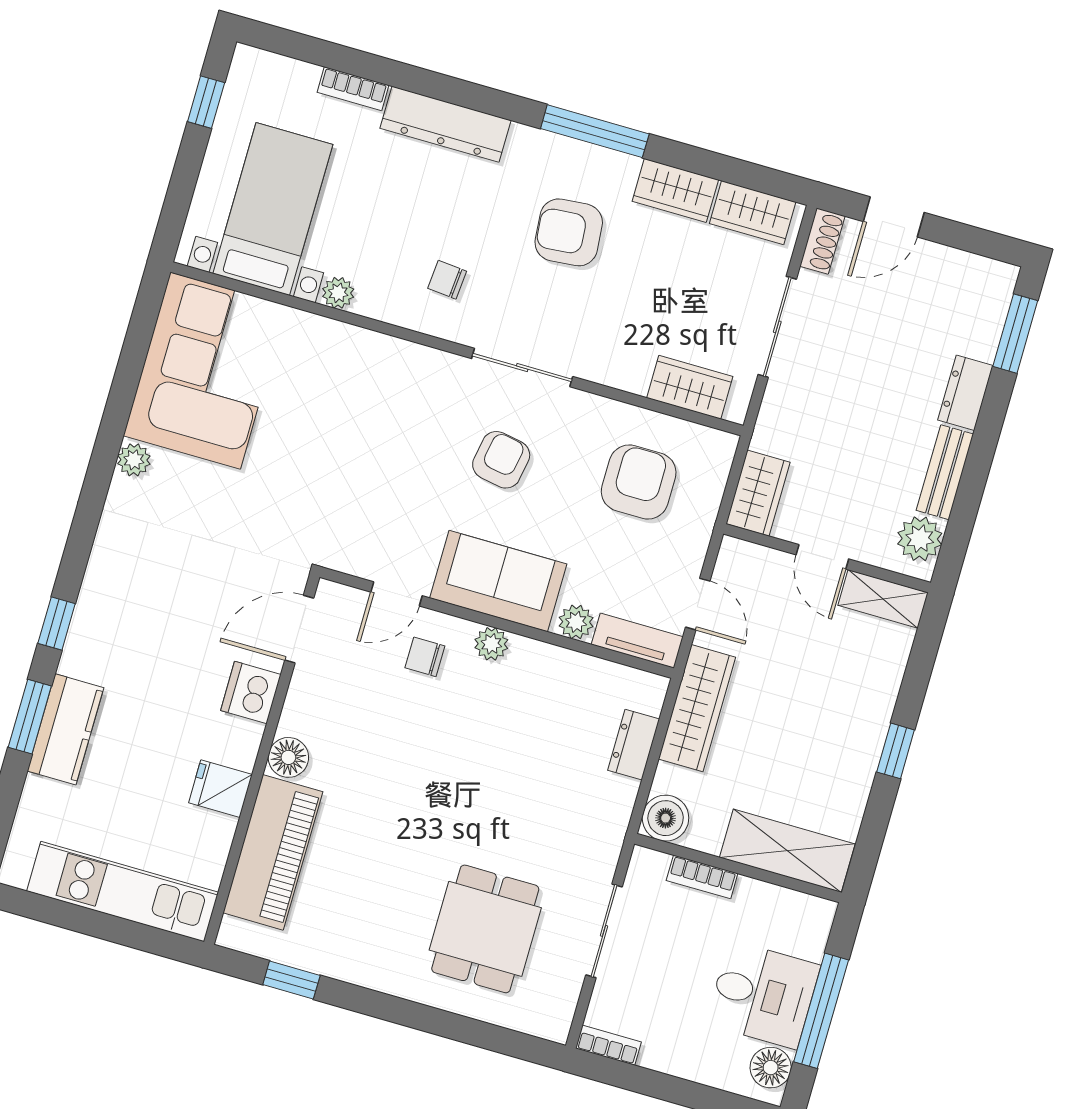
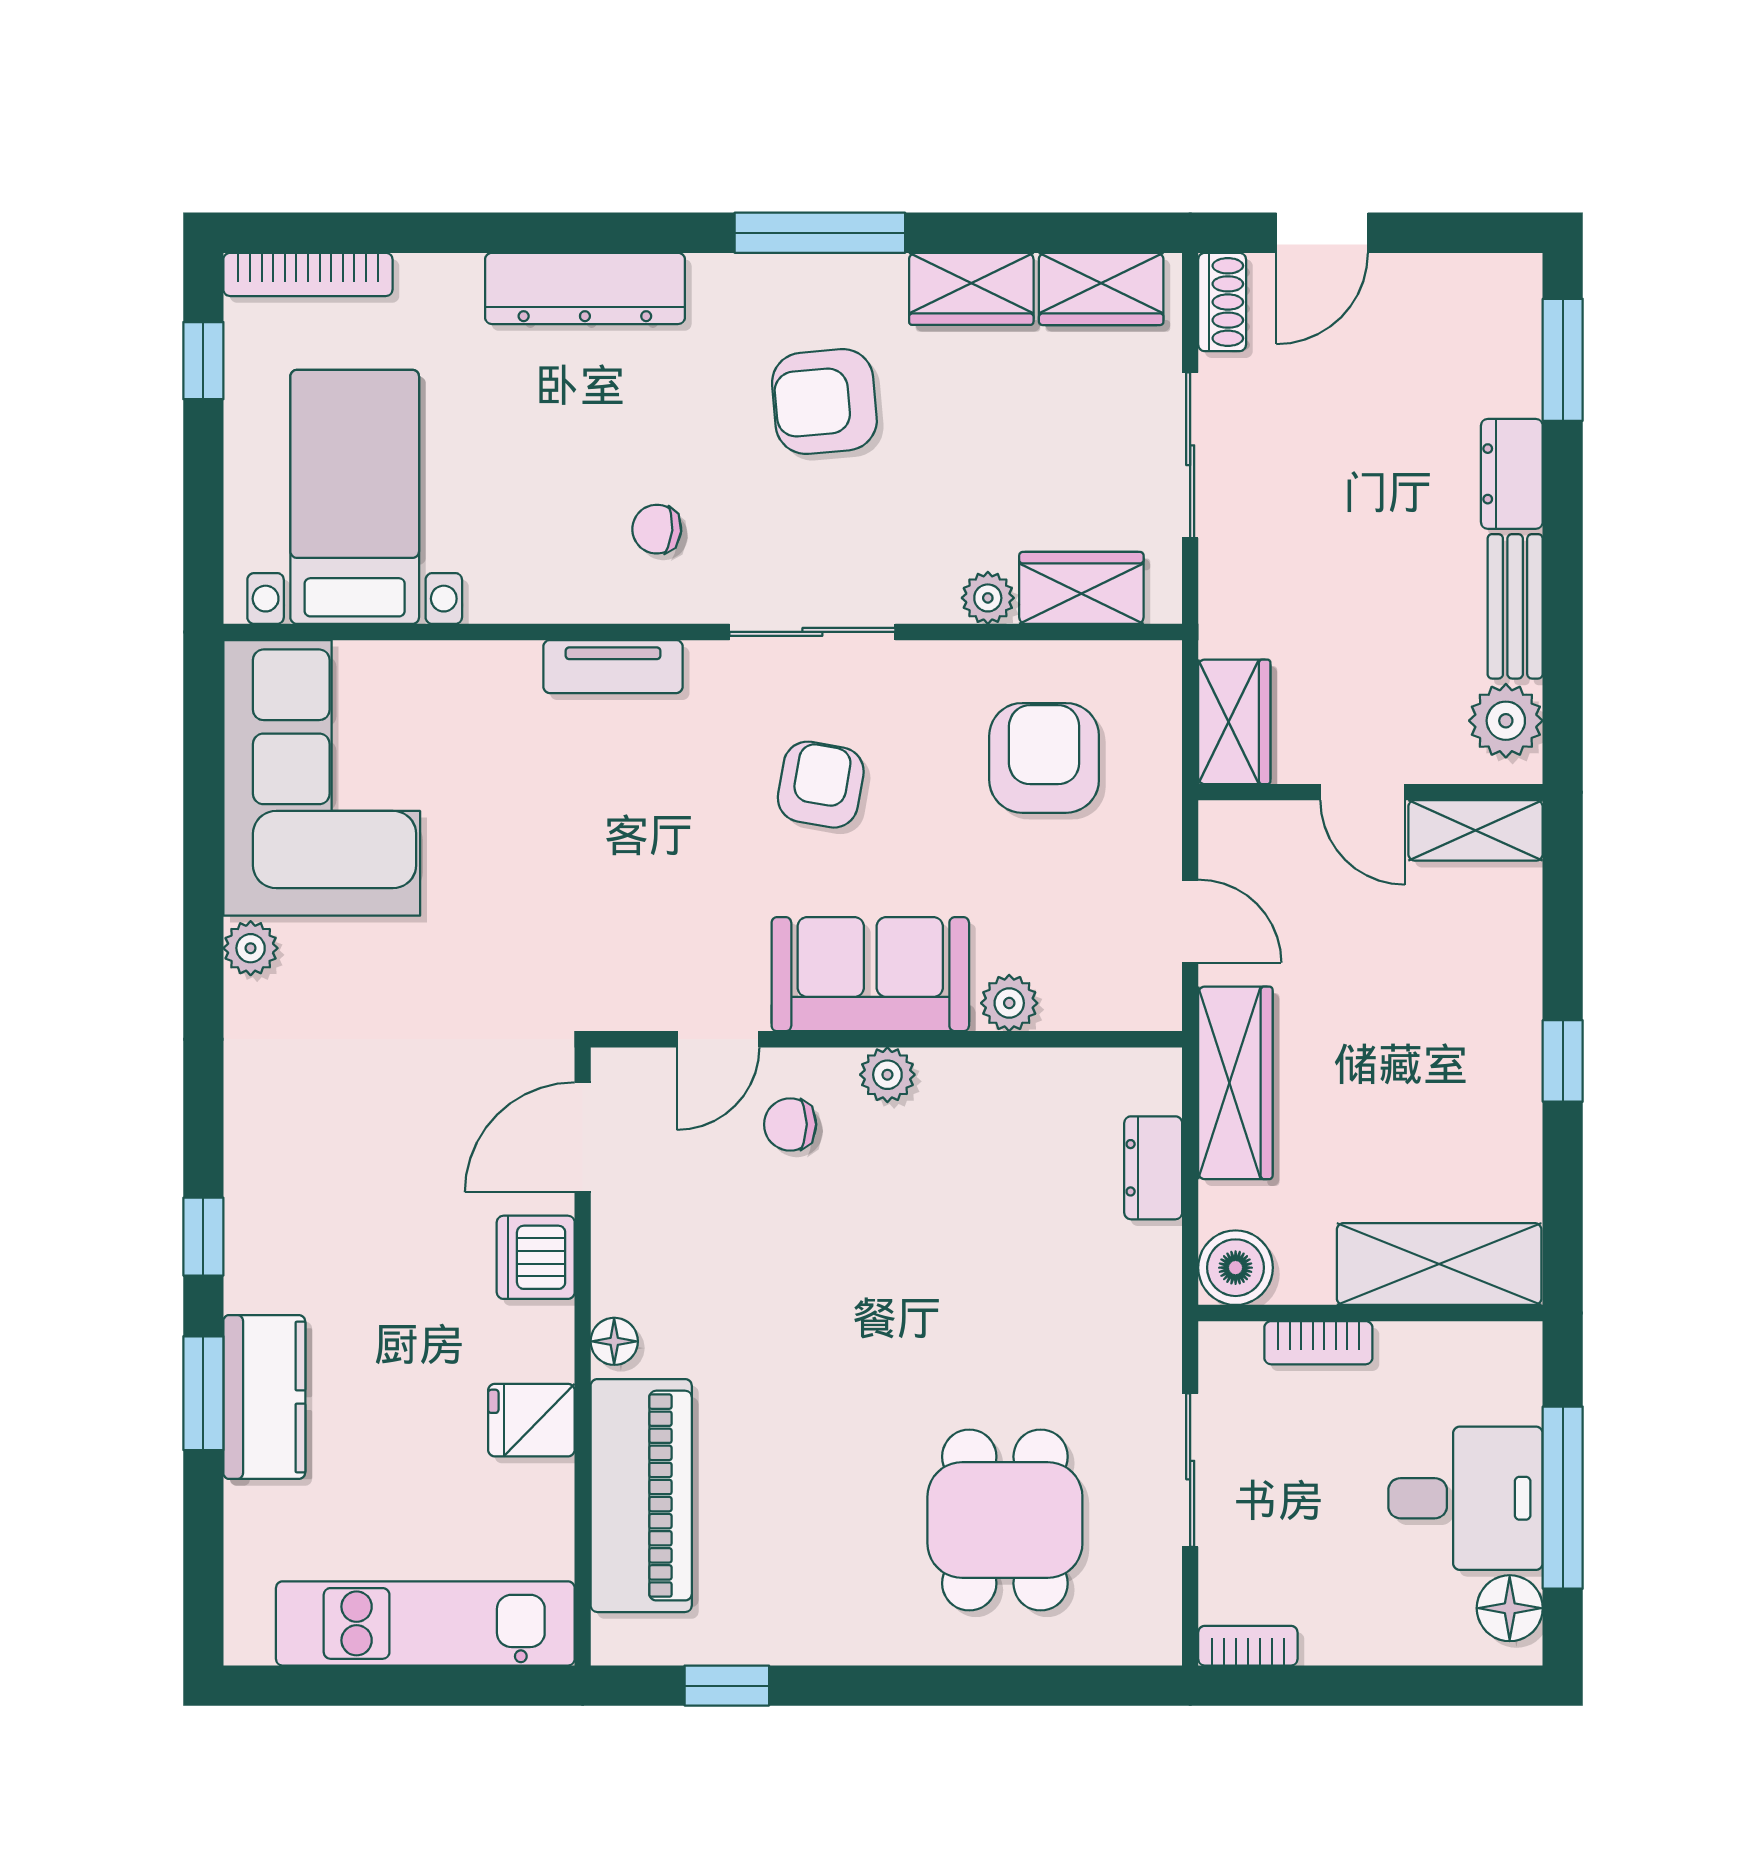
bookcase: (353, 89) -> (308, 274), moved, width x1.56
plant: (338, 293) -> (988, 598), moved
tv unit: (637, 641) -> (613, 667), moved, turned 180
floor lamp: (288, 757) -> (614, 1341), width x0.73, depth x0.73

